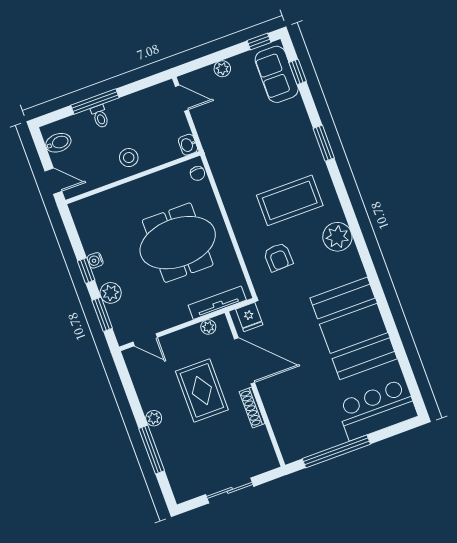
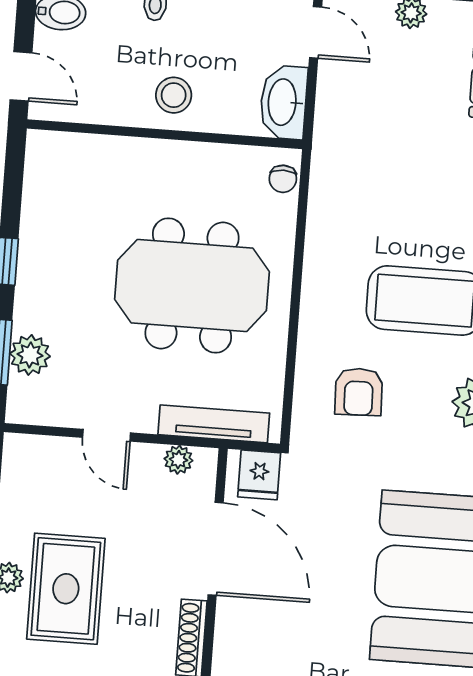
washbasin: (188, 145) -> (283, 102), width x1.91, depth x1.45
water cooler: (95, 260) -> (31, 250), removed
plant: (111, 293) -> (30, 355), moved
door: (145, 340) -> (107, 435), moved
rug: (202, 390) -> (66, 589), moved

